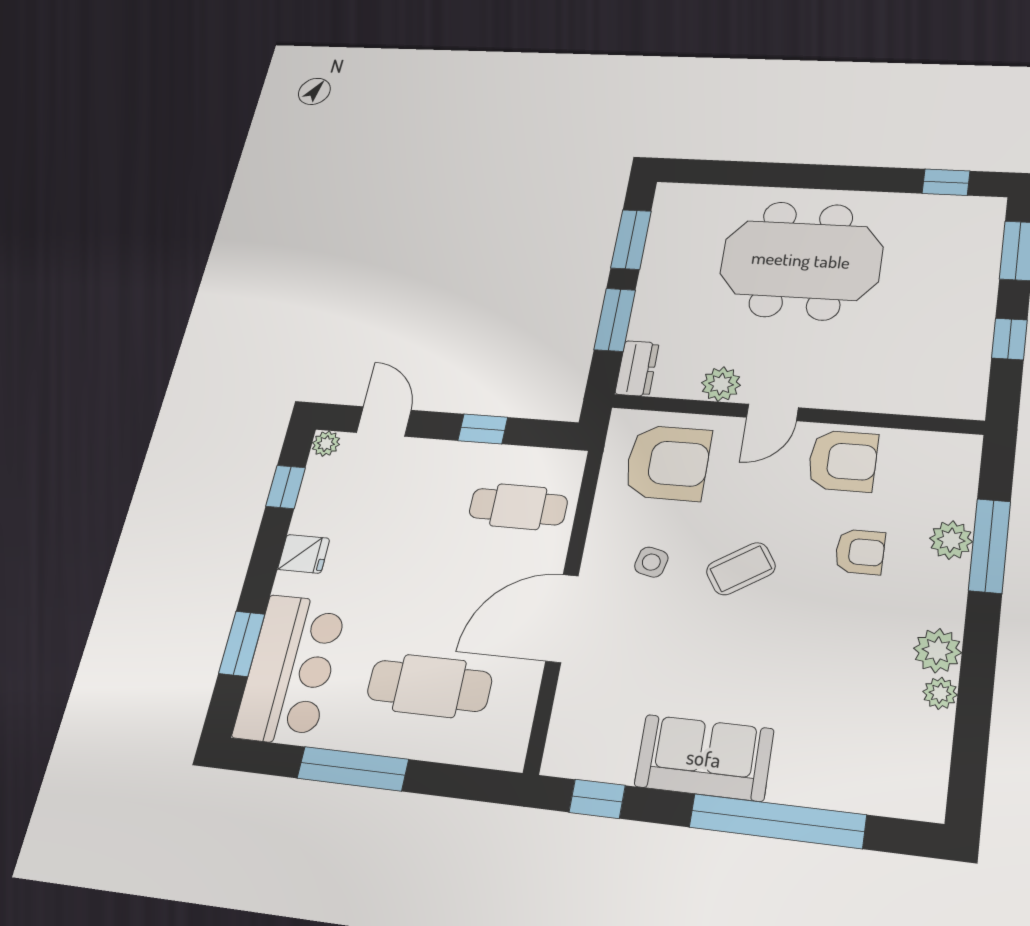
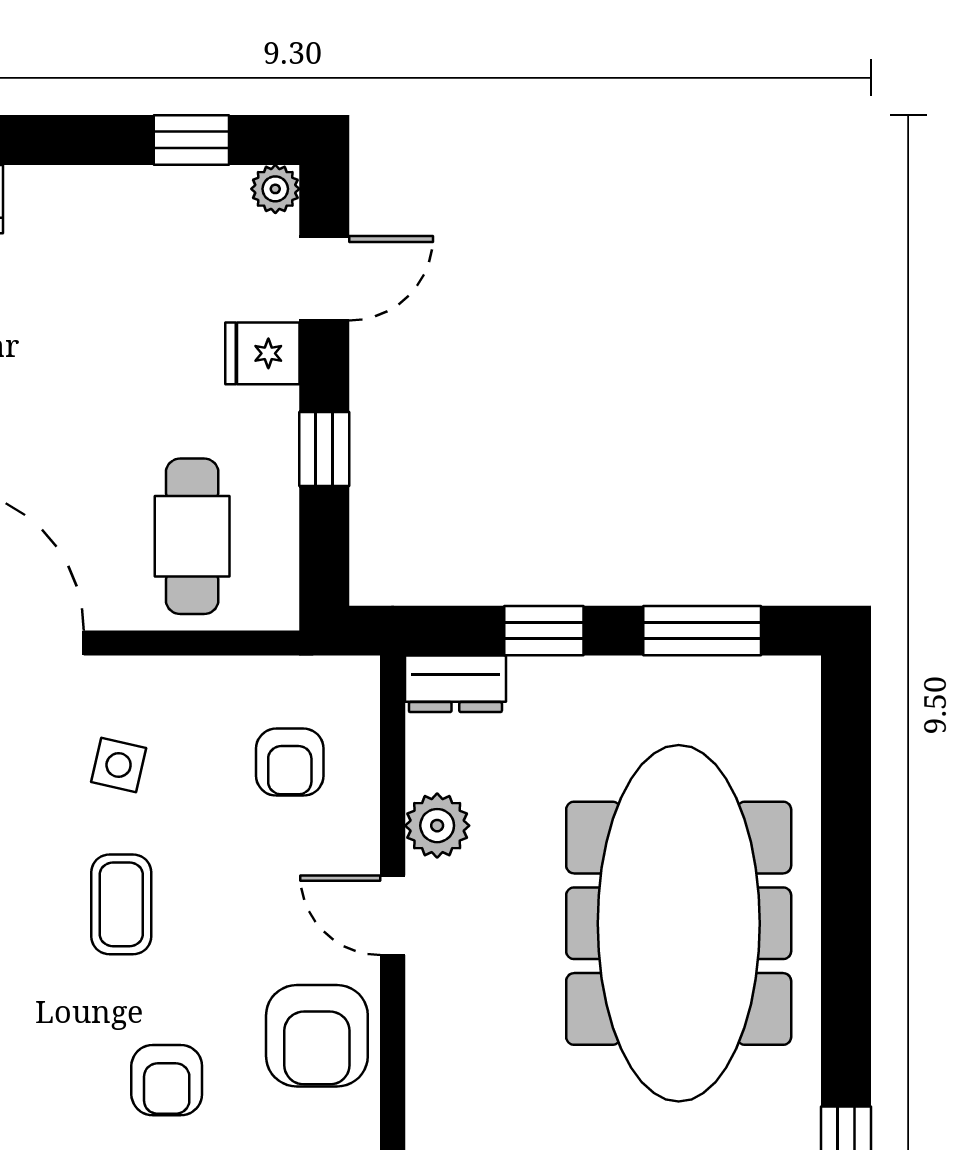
meeting table: (801, 260) -> (679, 923), width x1.36
window: (615, 320) -> (544, 631), width x0.67
armchair: (668, 463) -> (290, 762), width x0.53, depth x0.53
fridge: (304, 554) -> (262, 353), moved, turned 90
coffee table: (741, 569) -> (121, 904), turned 33

